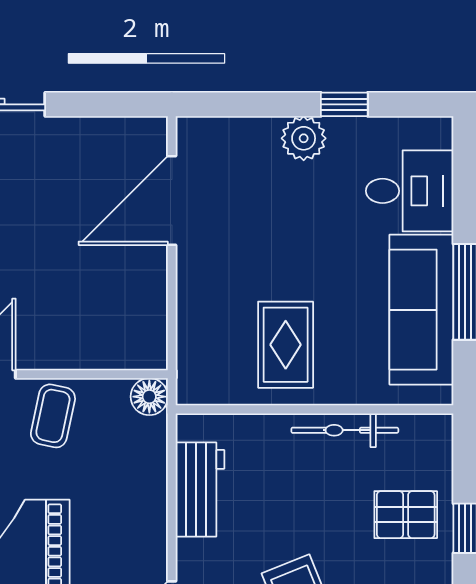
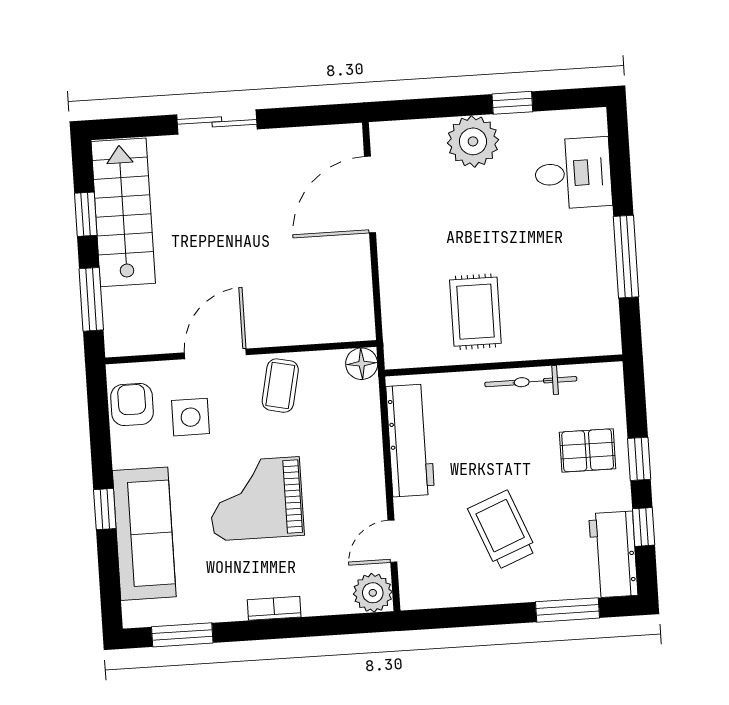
plant: (304, 138) -> (473, 141), width x1.36, depth x1.36
sofa: (421, 310) -> (590, 274), removed
workbench: (200, 489) -> (410, 440), width x1.38

